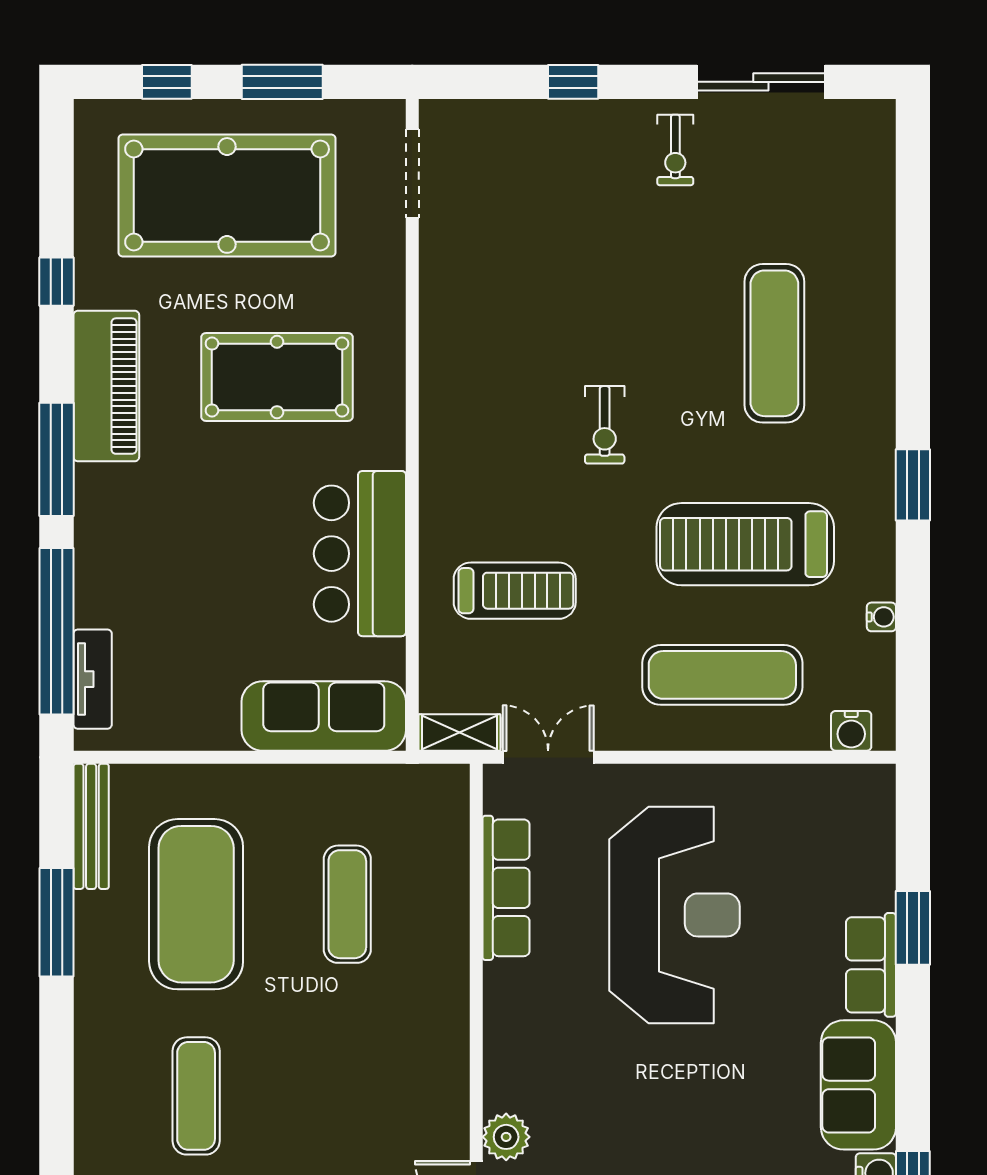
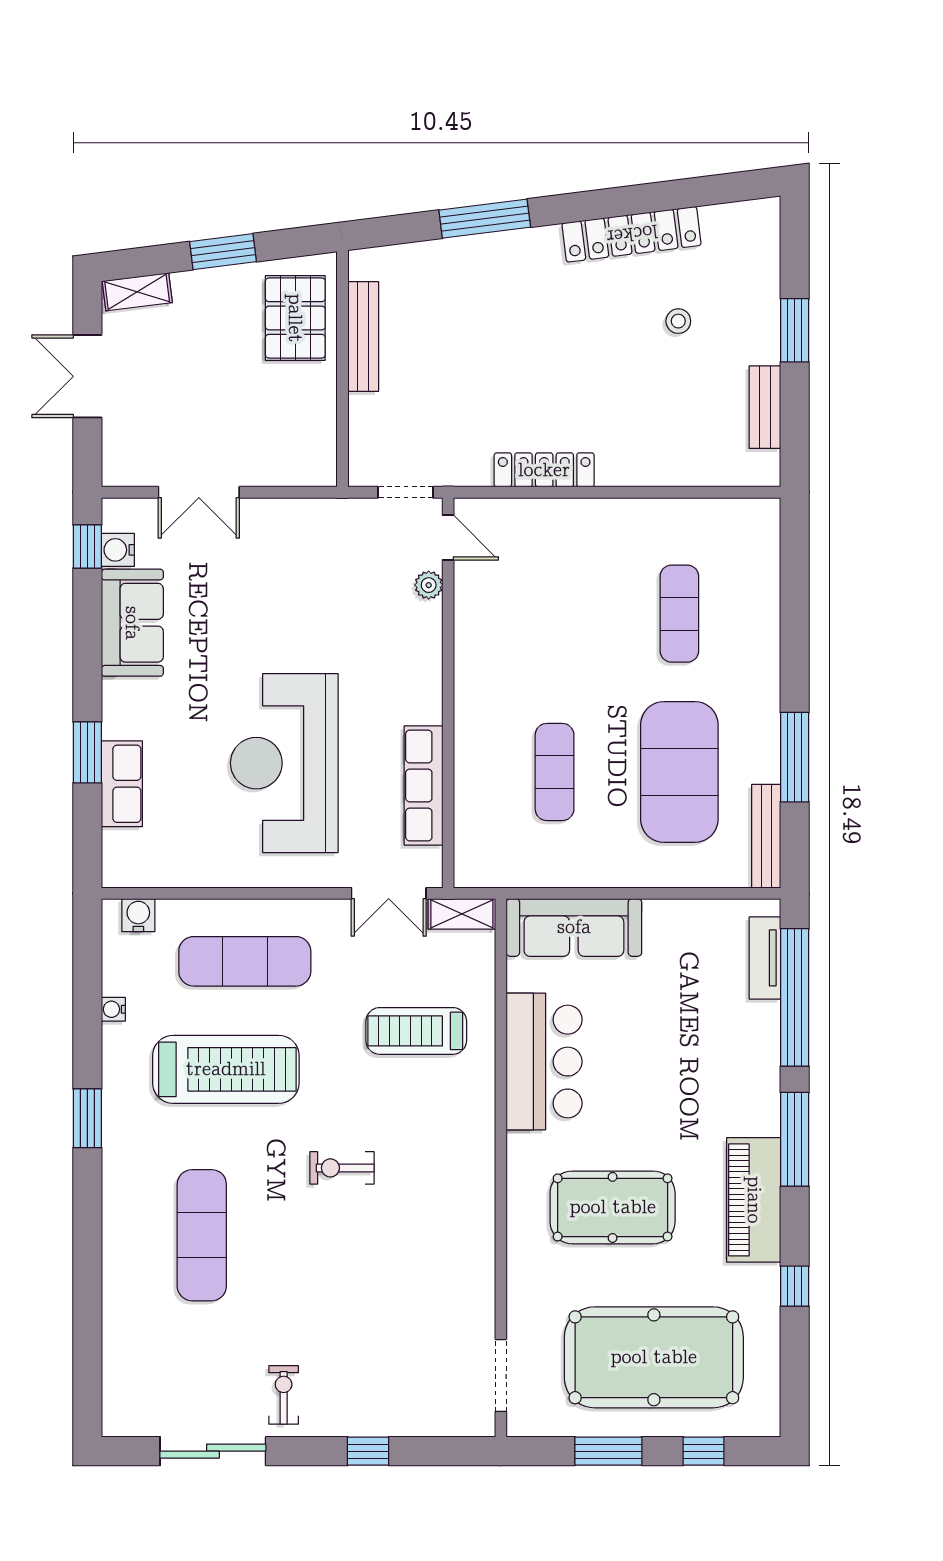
exercise bike: (605, 425) -> (342, 1168), turned -90
row of seats: (871, 965) -> (122, 784), moved
plant: (506, 1137) -> (429, 585), width x0.73, depth x0.73

